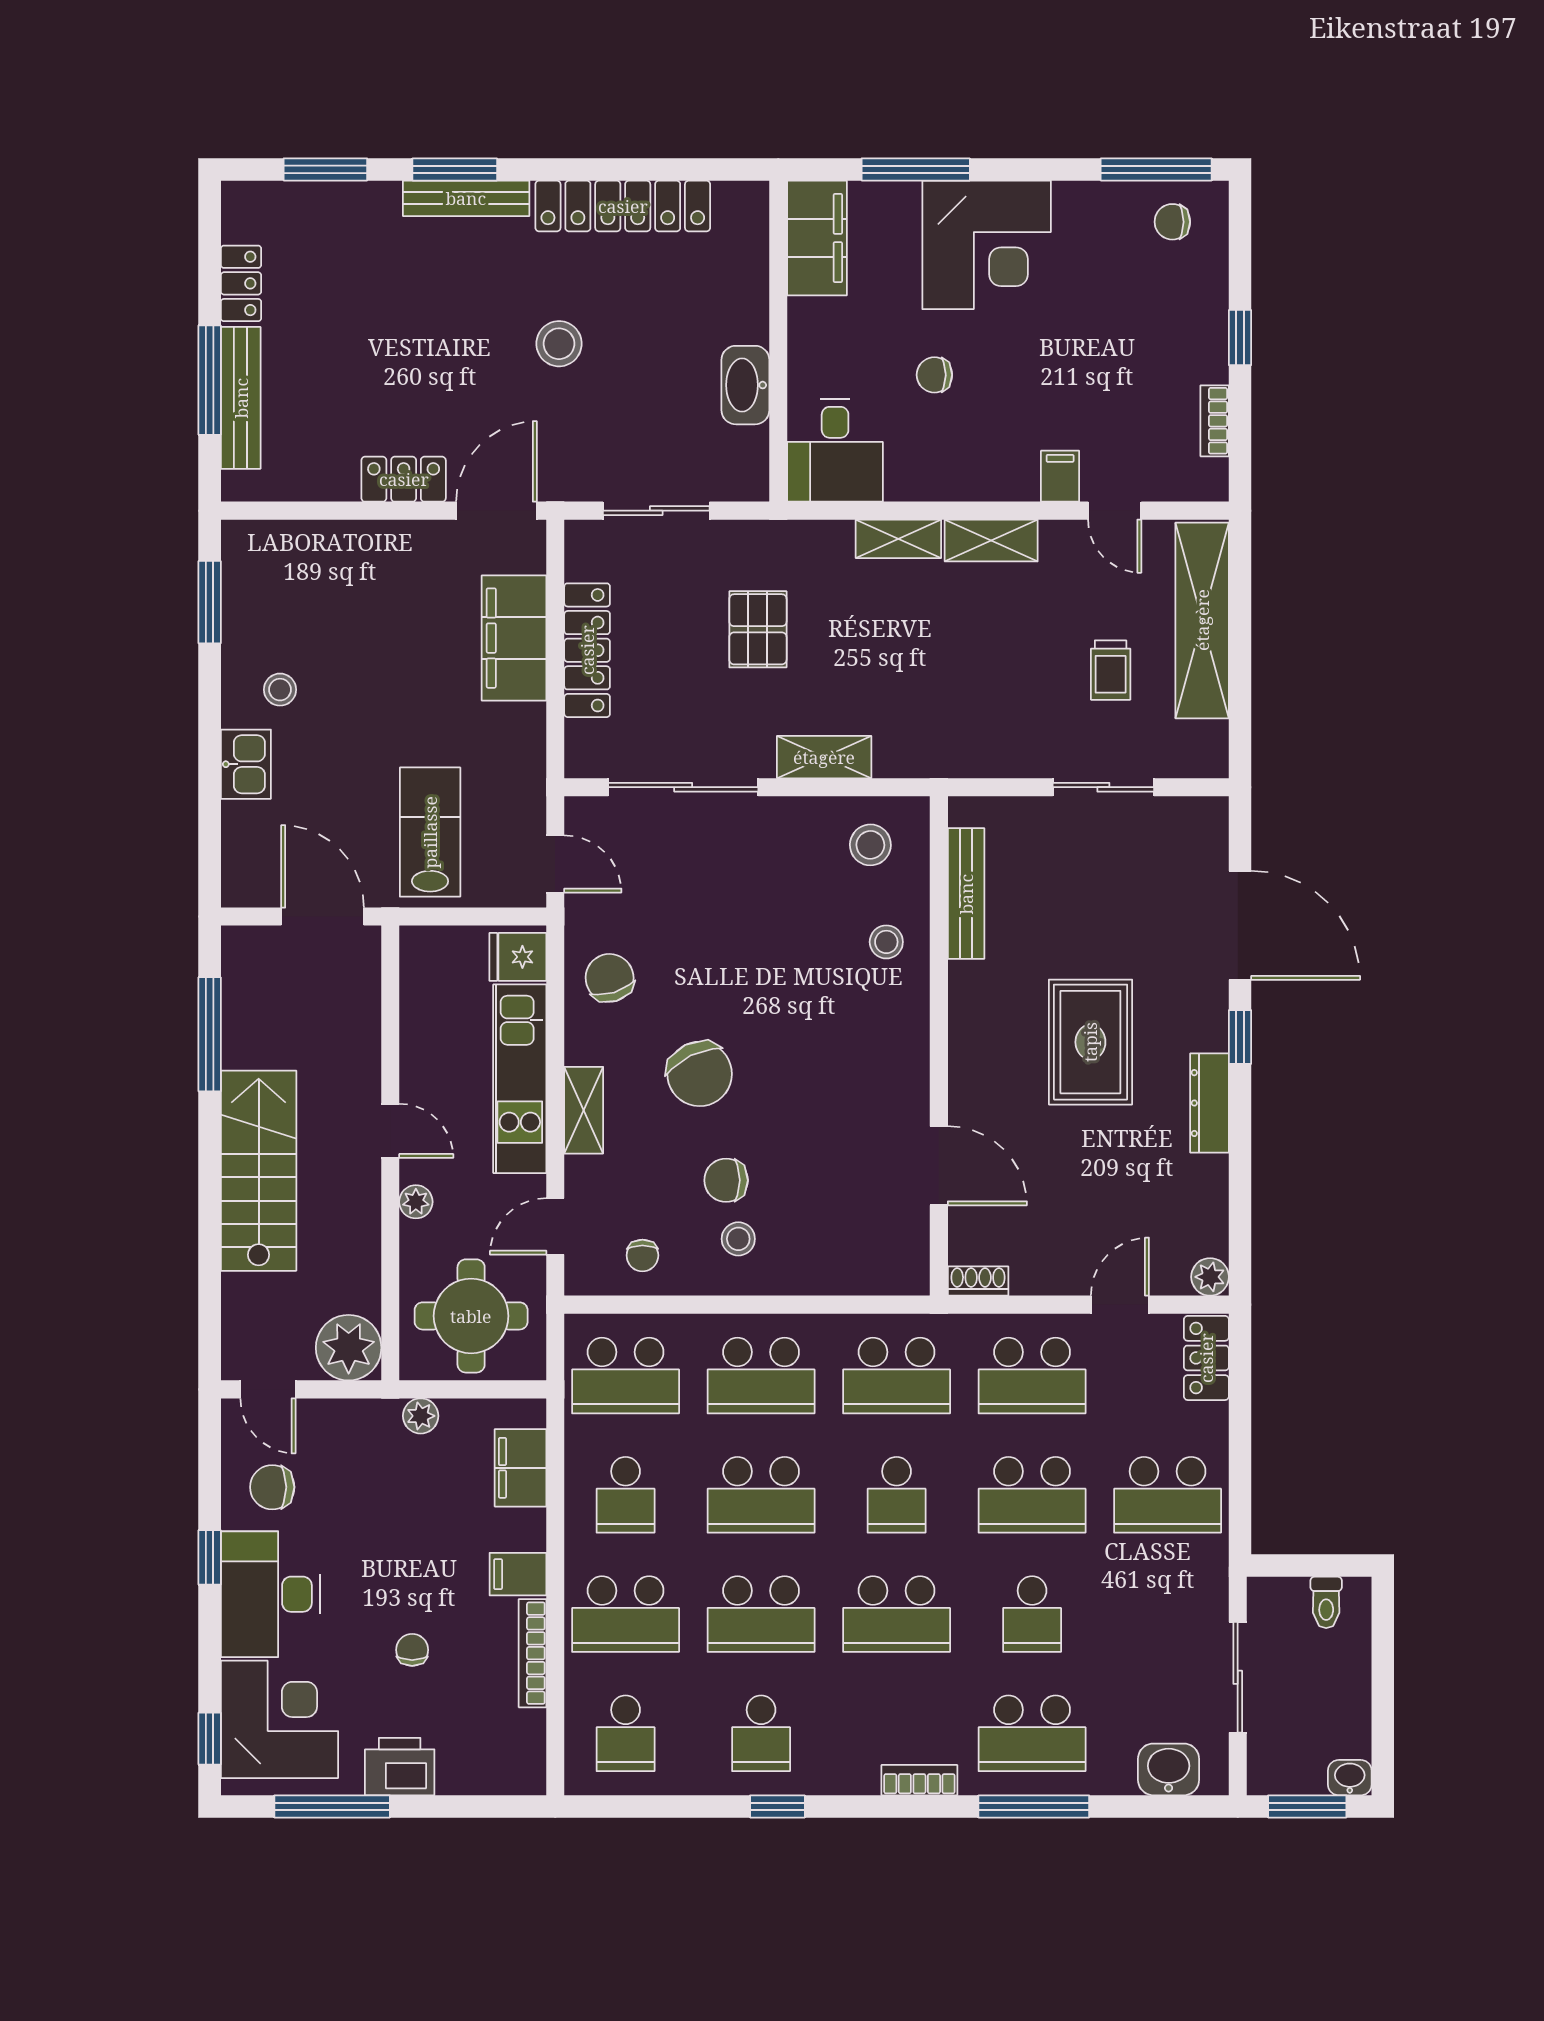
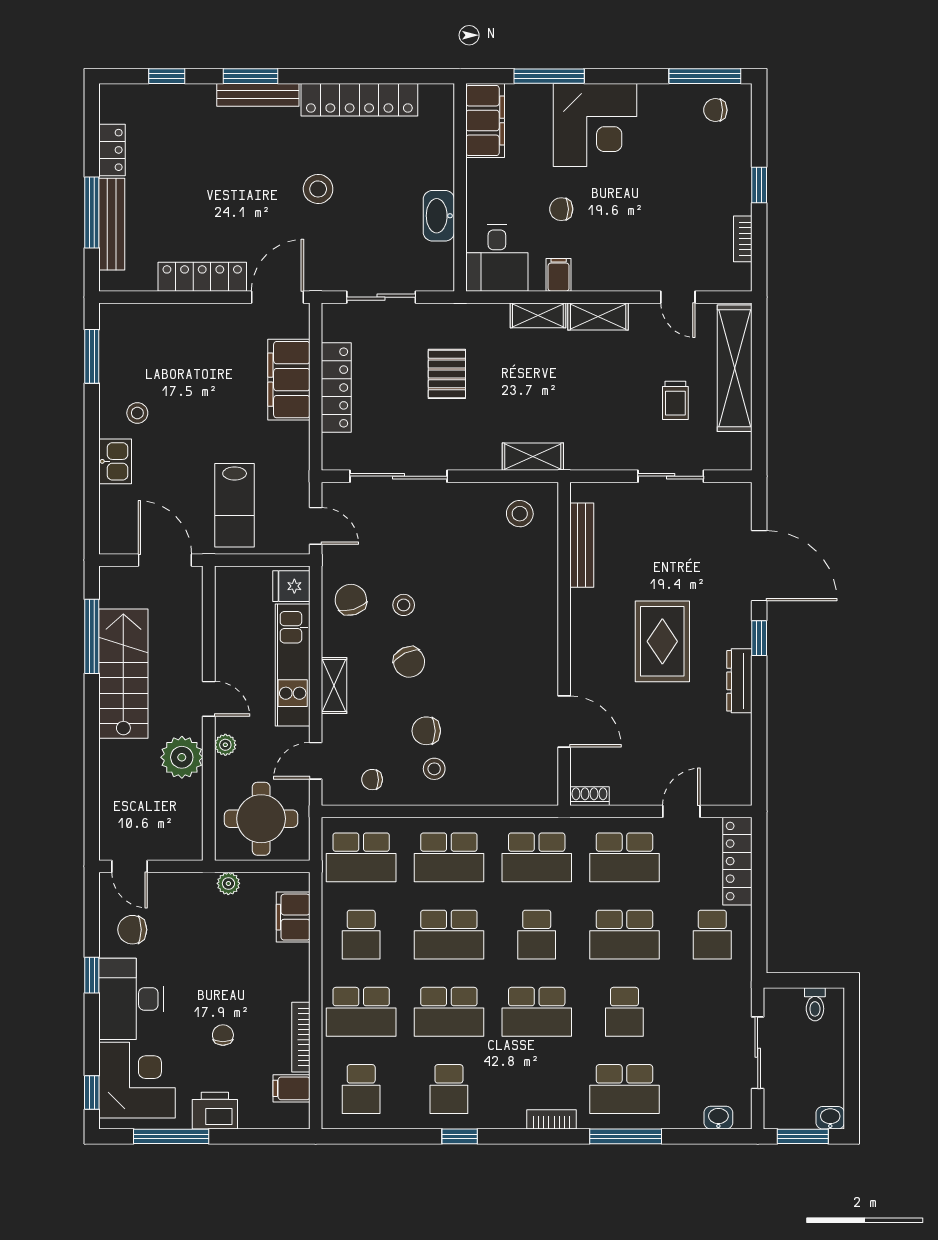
window: (325, 169) -> (167, 76), width x0.67
filing cabinet: (1060, 476) -> (559, 275), moved
locker: (404, 479) -> (202, 277), width x1.53
shelving: (824, 757) -> (533, 457), moved
lab bench: (430, 832) -> (235, 505), turned 180
stool: (886, 942) -> (404, 605), moved
chair: (700, 1074) -> (409, 662), width x0.73, depth x0.73
stairs: (259, 1171) -> (123, 674), moved
chair: (642, 1255) -> (372, 780), turned 90
plant: (1210, 1277) -> (740, 793), removed
plant: (349, 1348) -> (182, 757), moved
locker: (1206, 1358) -> (737, 861), width x1.53
school desk: (1168, 1495) -> (712, 935), width x0.54
filing cabinet: (518, 1574) -> (291, 1088), moved
washbasin: (1169, 1769) -> (718, 1118), width x0.72, depth x0.69

